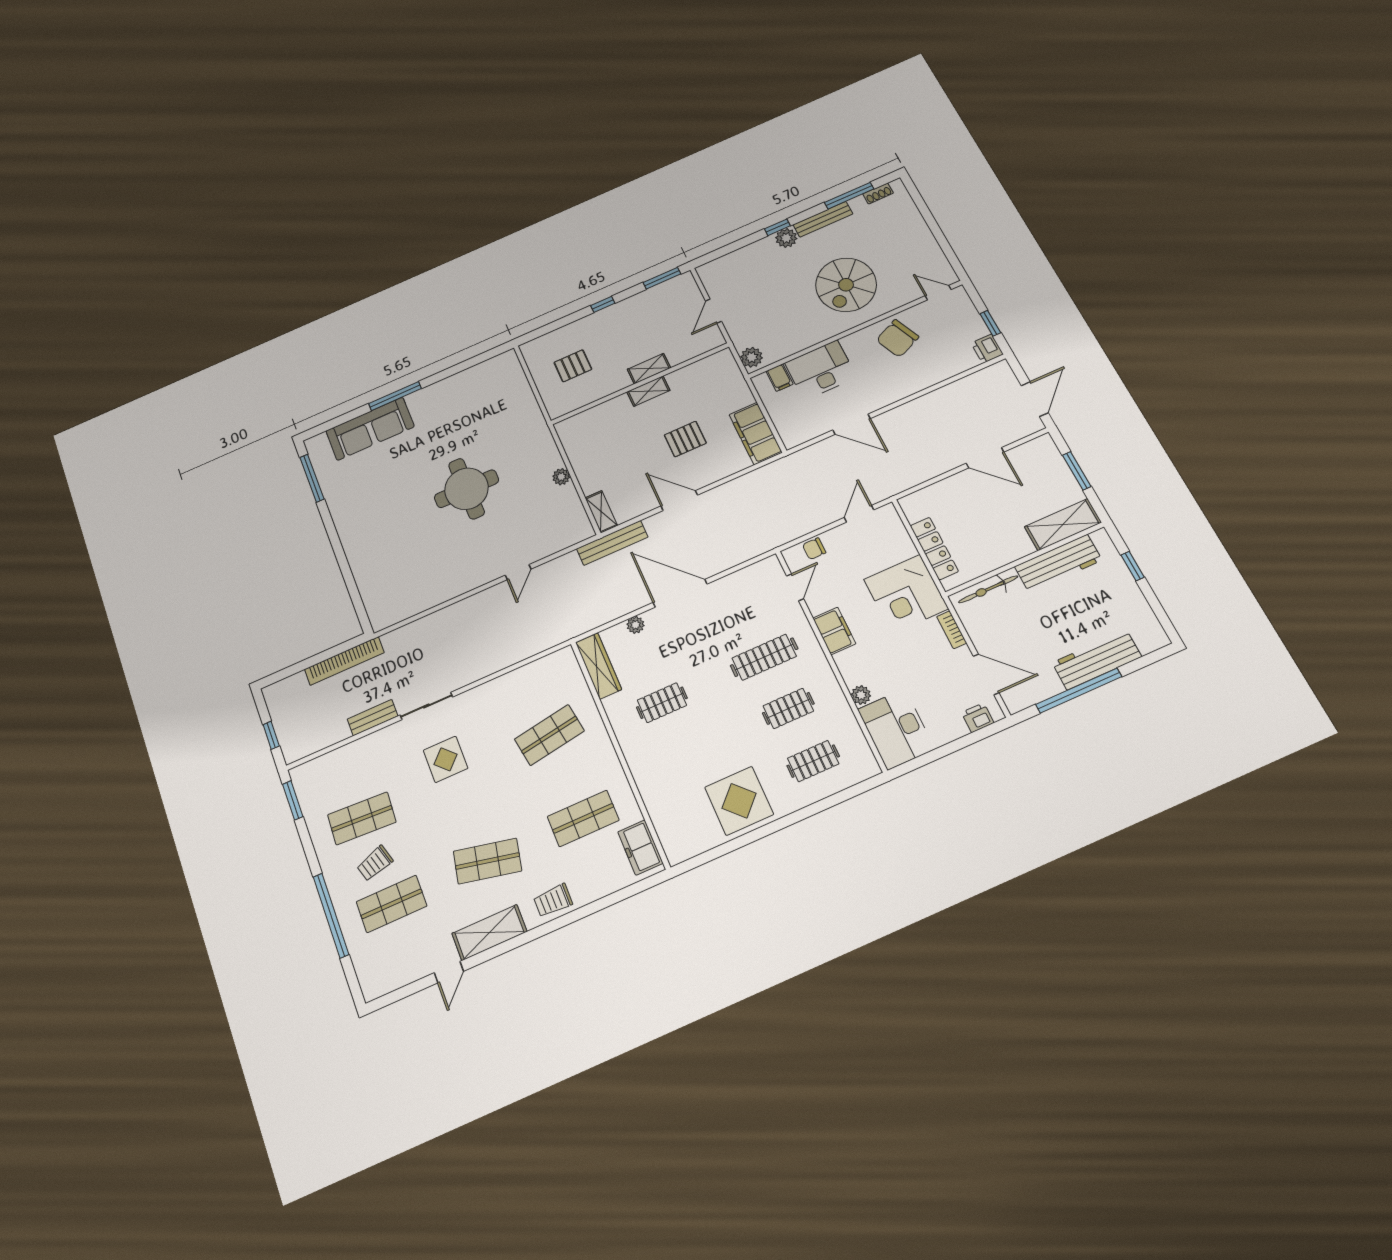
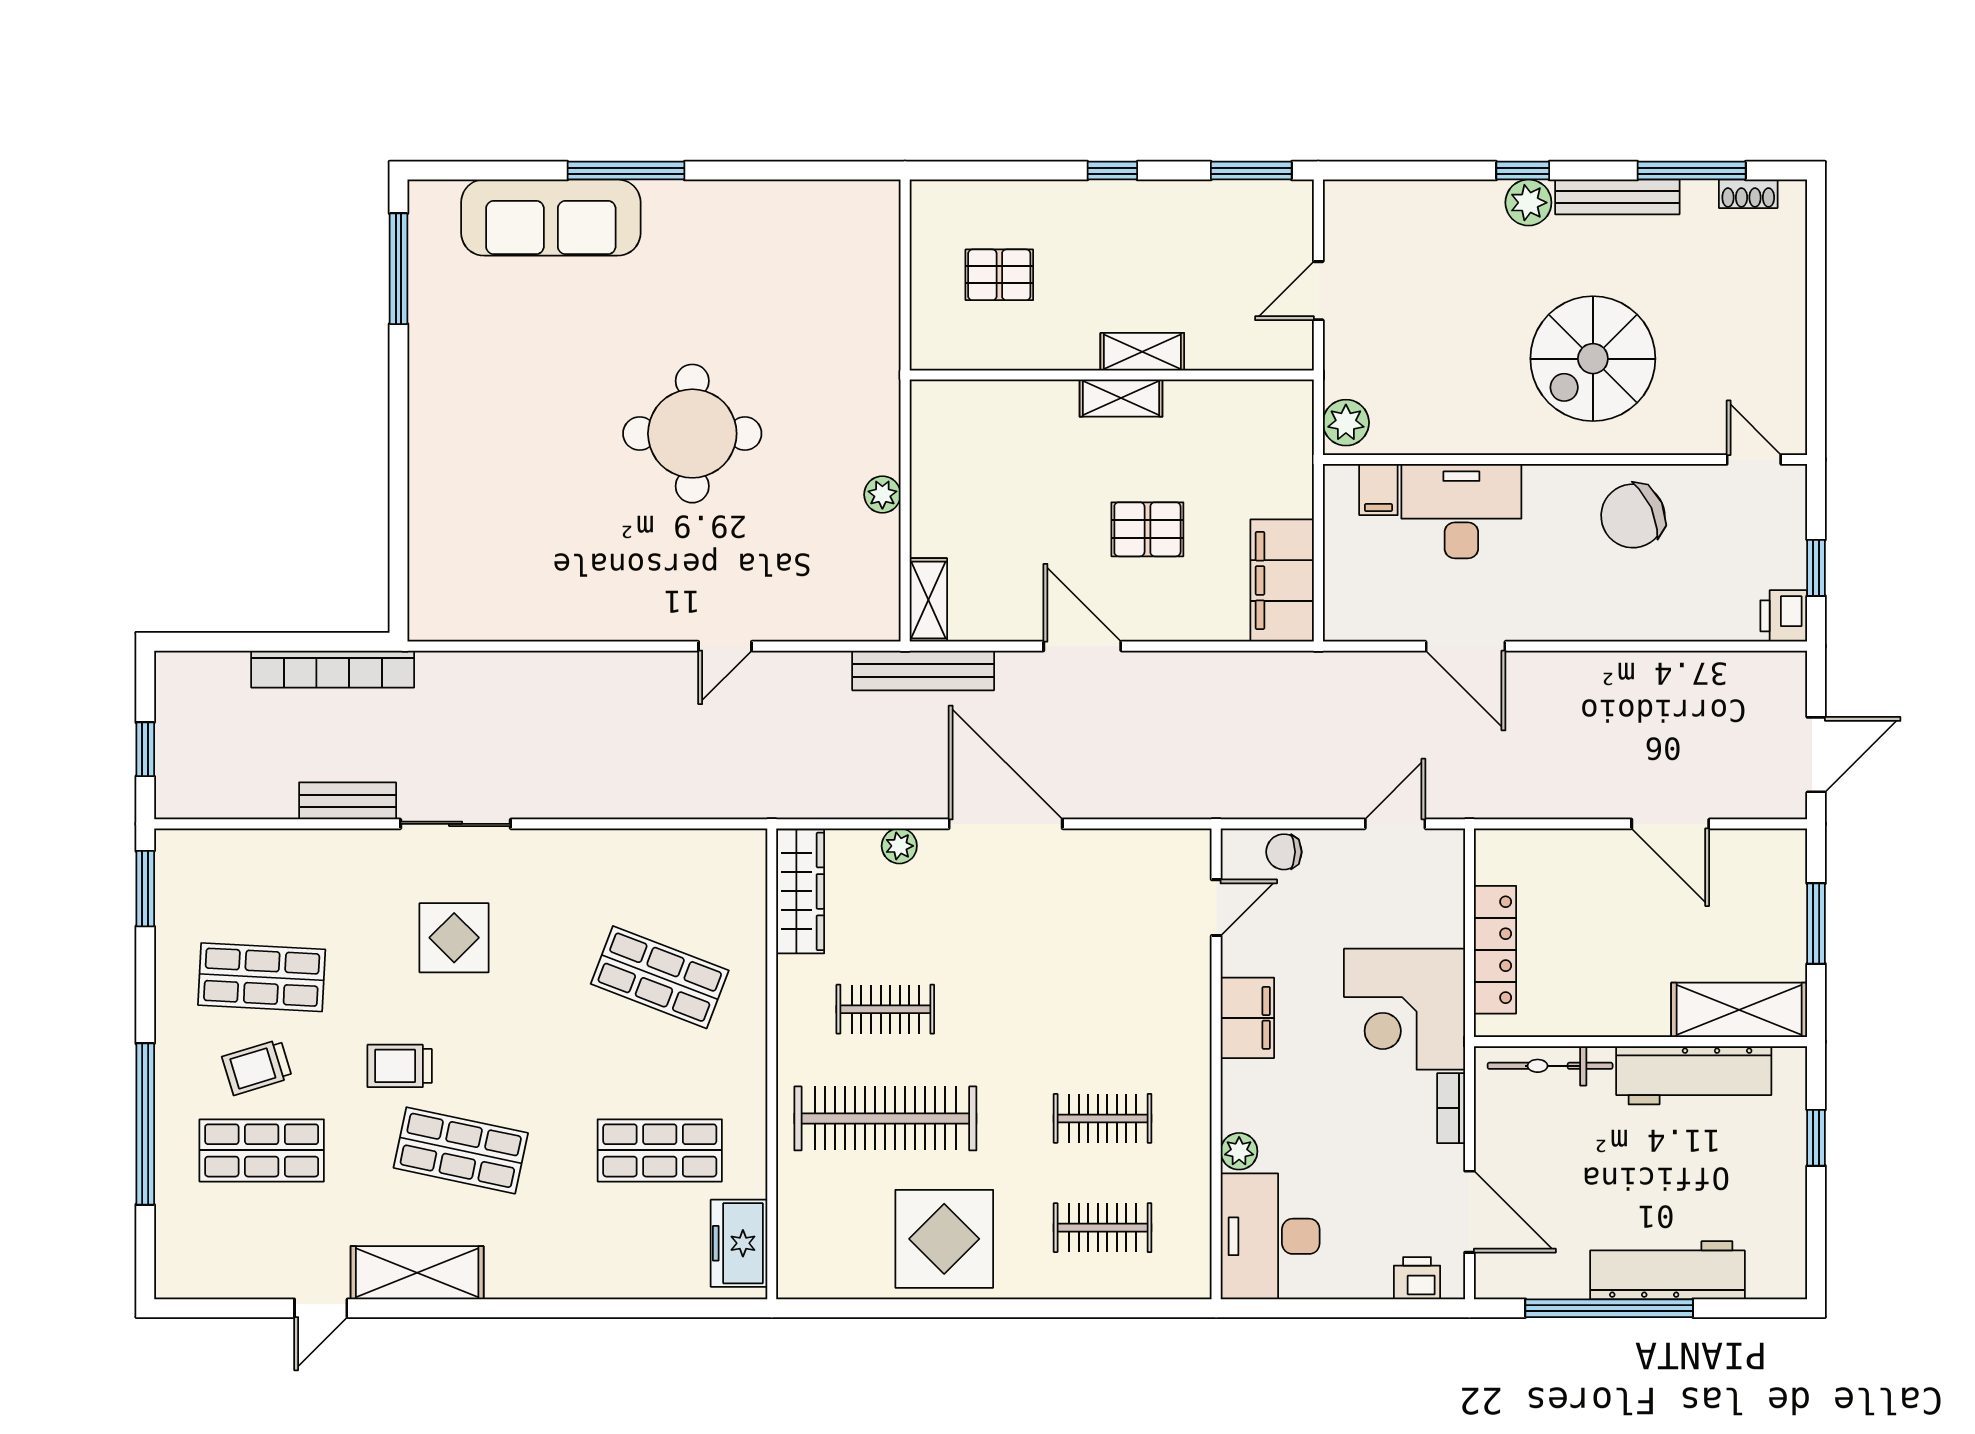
clothes rail: (764, 657) -> (885, 1118), moved, width x1.37, depth x1.31
shop shelf: (549, 735) -> (660, 977), turned 30
trolley: (553, 900) -> (400, 1066), moved

